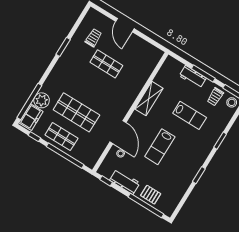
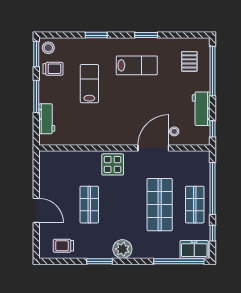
door: (125, 25) -> (36, 210), hinge flipped
trolley: (93, 38) -> (63, 246), moved
workbench: (193, 77) -> (47, 119), moved
display table: (124, 97) -> (113, 164), added
shelving: (149, 99) -> (98, 137), removed
plant: (42, 100) -> (122, 249), moved
lab bench: (160, 147) -> (137, 65), moved
pallet: (151, 195) -> (189, 61), moved

